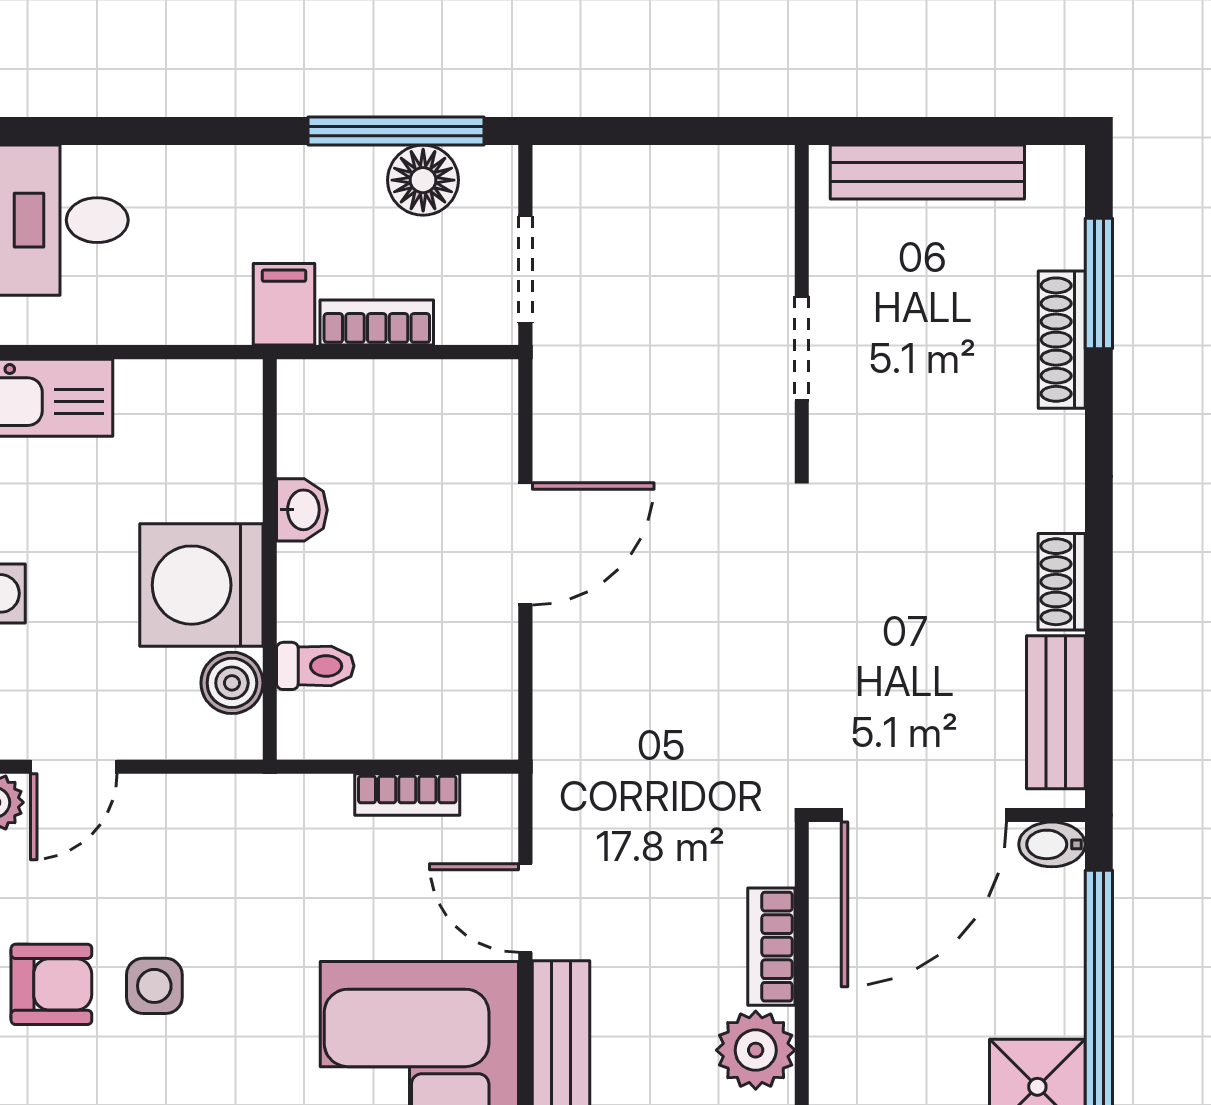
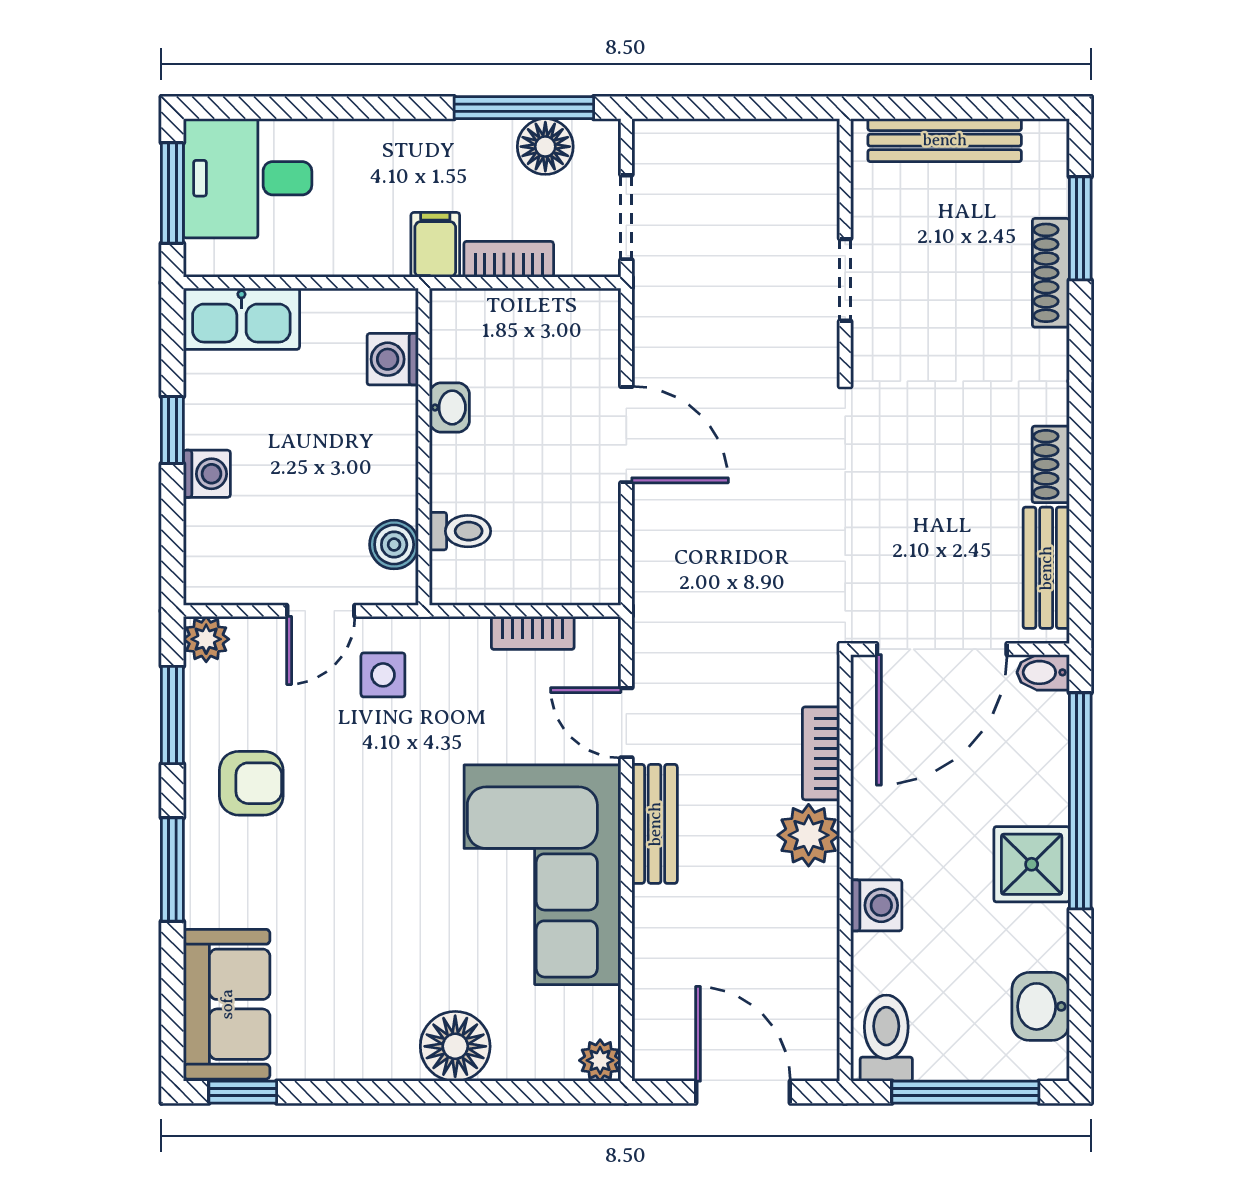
door: (525, 544) -> (626, 435), hinge flipped
washing machine: (201, 585) -> (393, 359), moved, width x0.53, depth x0.53
door: (74, 767) -> (321, 611), moved
side table: (154, 986) -> (383, 675), moved

